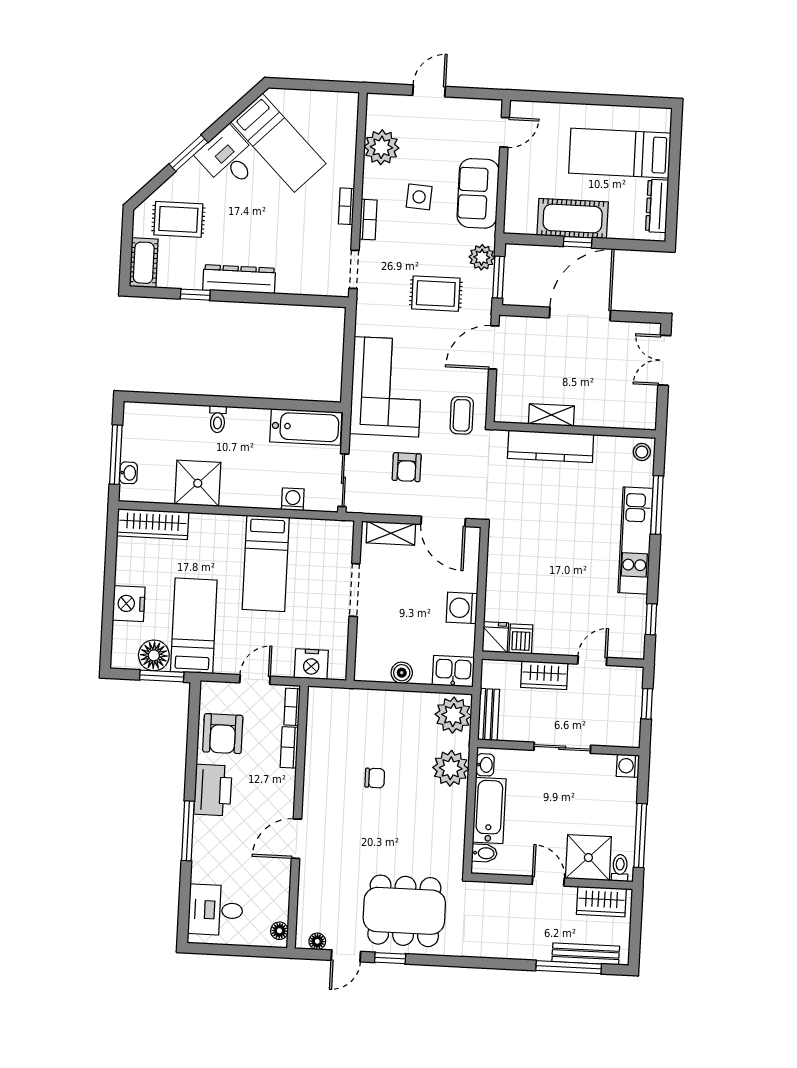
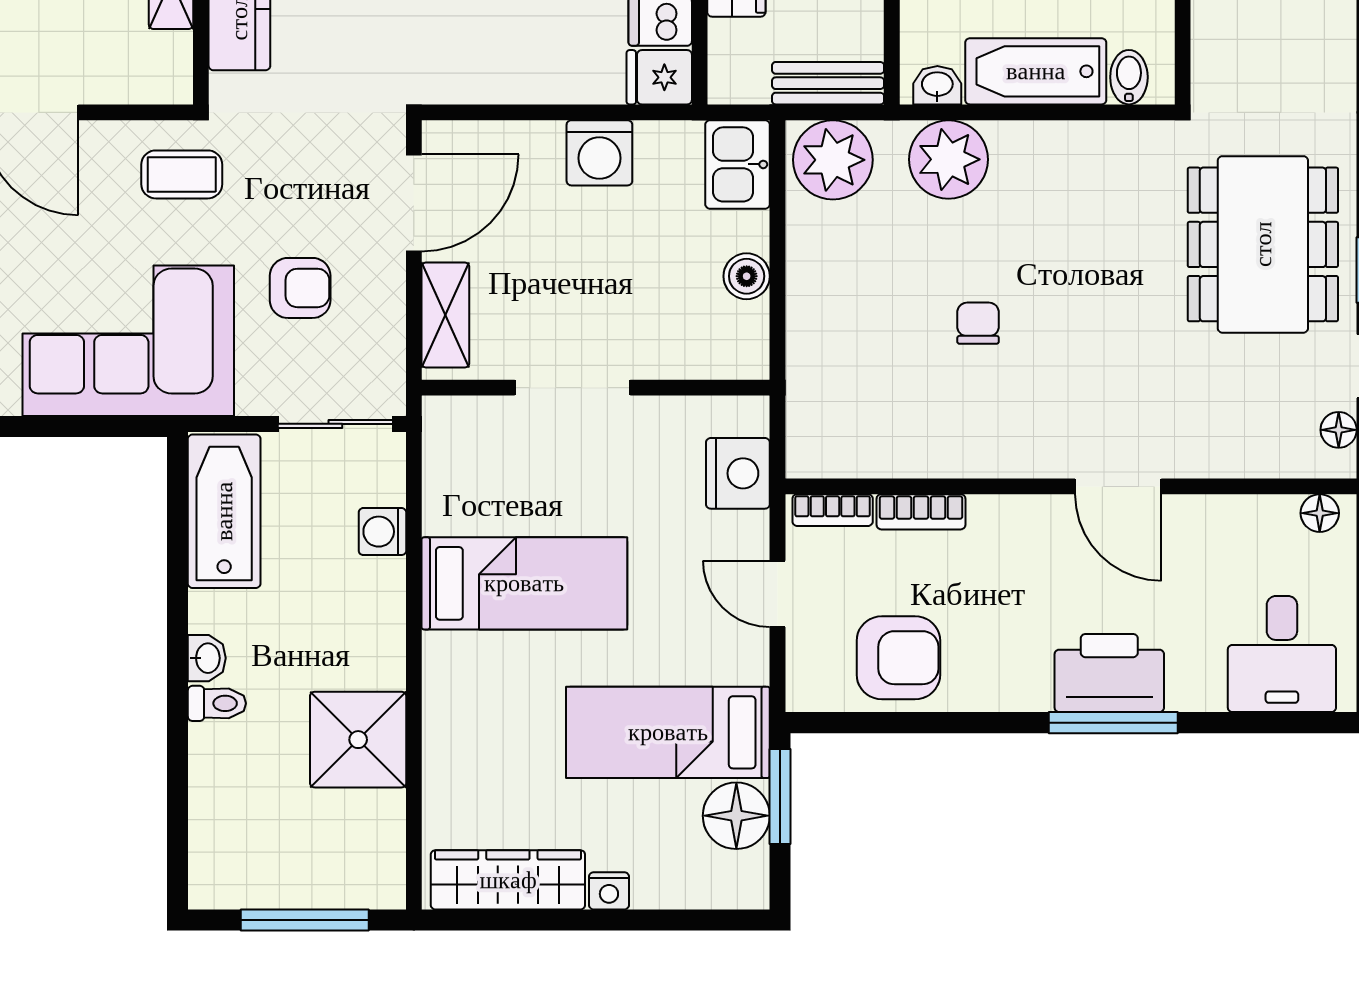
washbasin: (129, 473) -> (207, 658), moved, turned 90
wardrobe: (153, 524) -> (508, 880), moved, turned -90
nightstand: (129, 604) -> (609, 891), width x0.53, depth x0.56
printer: (213, 790) -> (1109, 673), moved

